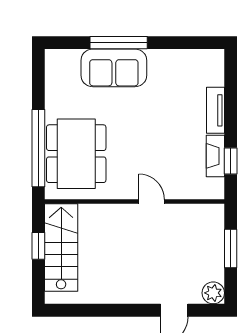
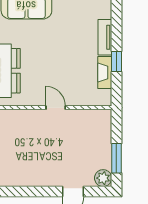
window: (231, 161) -> (116, 62), moved
window: (231, 249) -> (116, 158), moved

